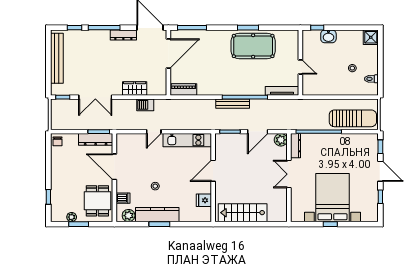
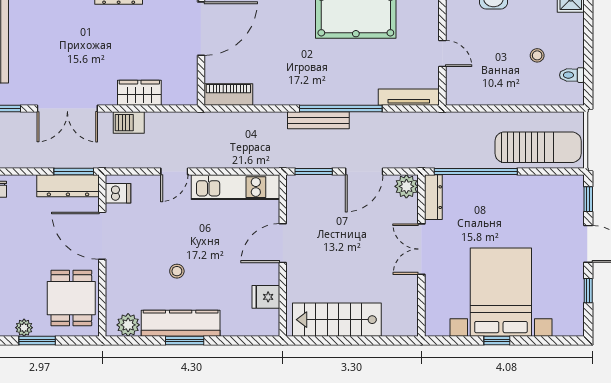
barbecue: (145, 105) -> (129, 123), moved
dishwasher: (123, 198) -> (118, 193), moved

